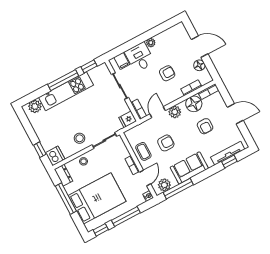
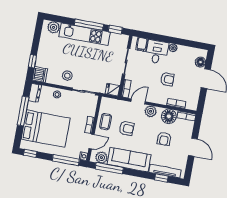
floor lamp: (199, 65) -> (200, 62), moved
sofa: (189, 168) -> (129, 160), width x1.36
window: (126, 217) -> (66, 160), moved

